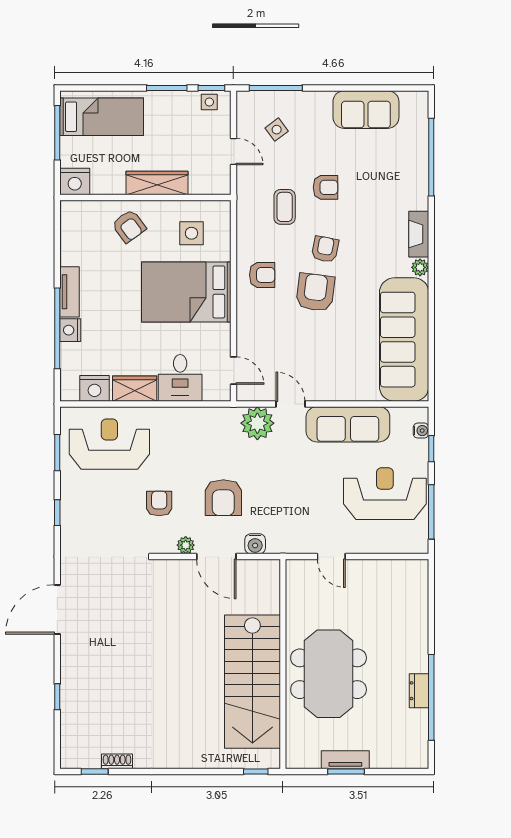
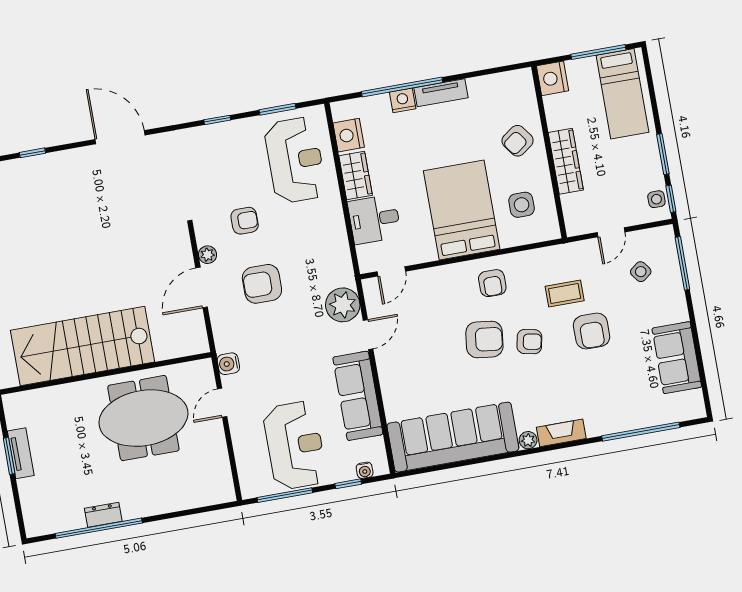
armchair: (325, 187) -> (592, 331), width x1.38, depth x1.38
water cooler: (255, 544) -> (228, 364), moved
meeting table: (329, 674) -> (143, 418), moved

